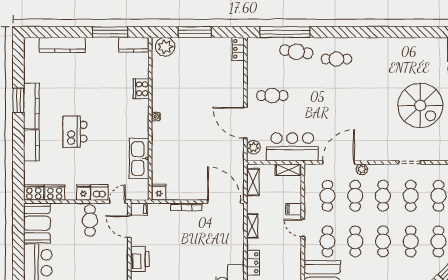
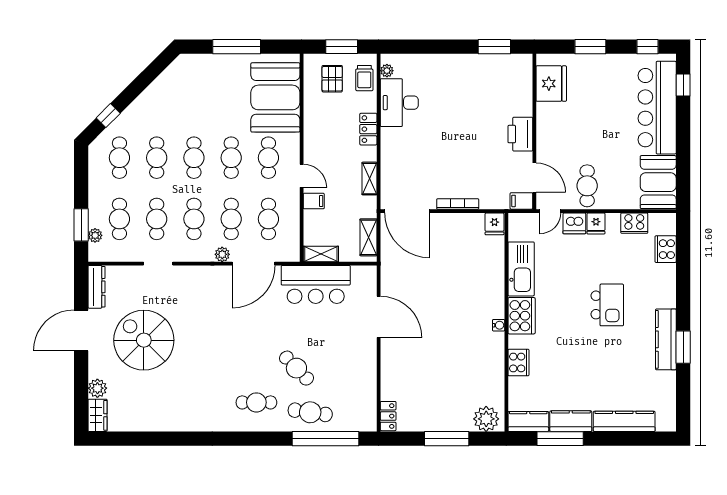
cafe table: (272, 96) -> (296, 368), moved, turned 46
cooker: (139, 124) -> (522, 316), added
kitchen counter: (31, 145) -> (571, 421), moved, turned 90
plant: (253, 147) -> (368, 284), removed
cooker: (34, 193) -> (666, 249), moved, turned 90

